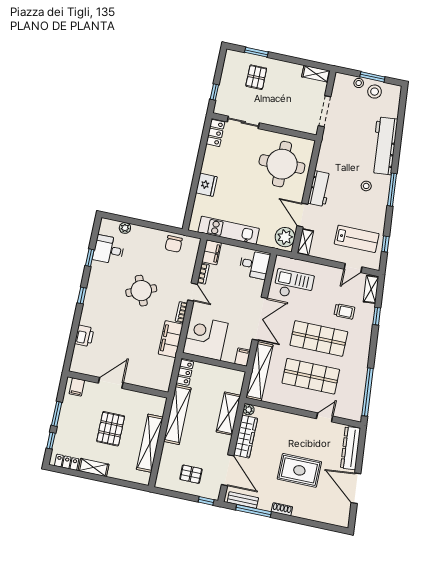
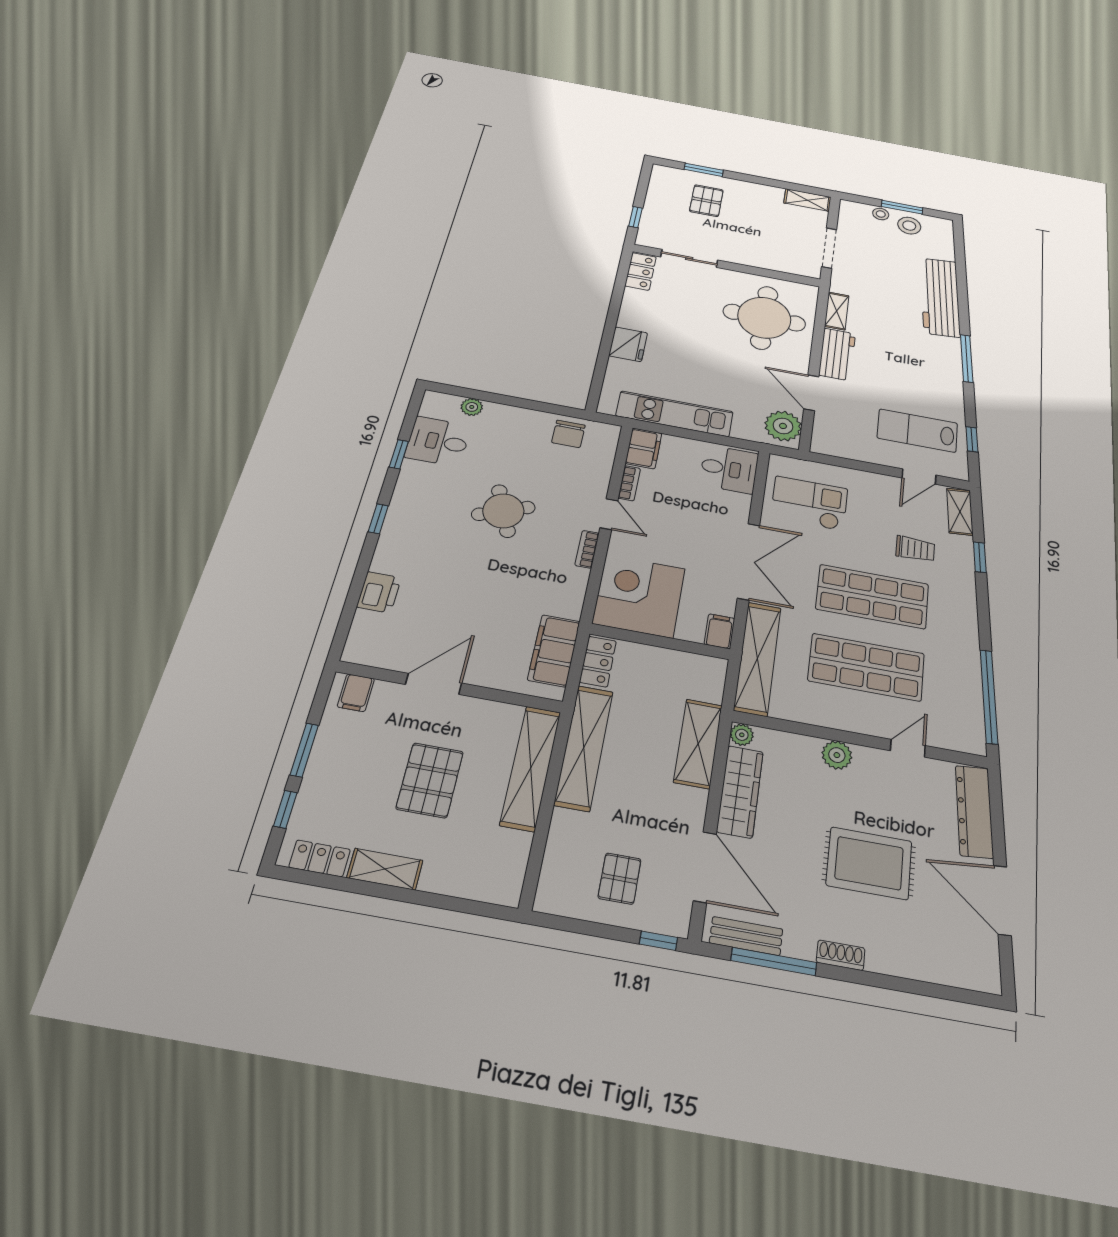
stool: (366, 186) -> (920, 352), removed
lab bench: (357, 239) -> (917, 431), turned 180
shelving: (305, 242) -> (837, 311), moved
filing cabinet: (171, 339) -> (554, 651), moved
plant: (291, 420) -> (837, 755), added
shelving: (150, 443) -> (531, 768), moved
pallet: (191, 474) -> (620, 879), turned 90

